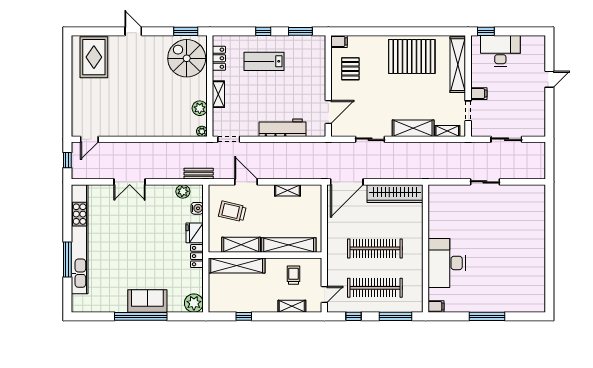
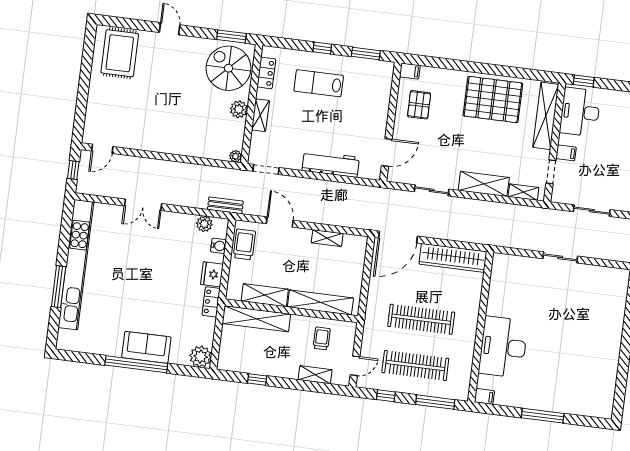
desk: (500, 51) -> (580, 112), moved, turned -90
plant: (200, 108) -> (239, 109), moved
trolley: (232, 211) -> (244, 244), moved, turned 77

